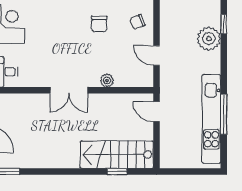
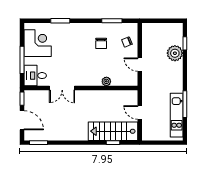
double door: (69, 90) -> (62, 88), moved
door: (157, 112) -> (140, 112), moved
kitchen unit: (211, 119) -> (177, 115), width x0.73

